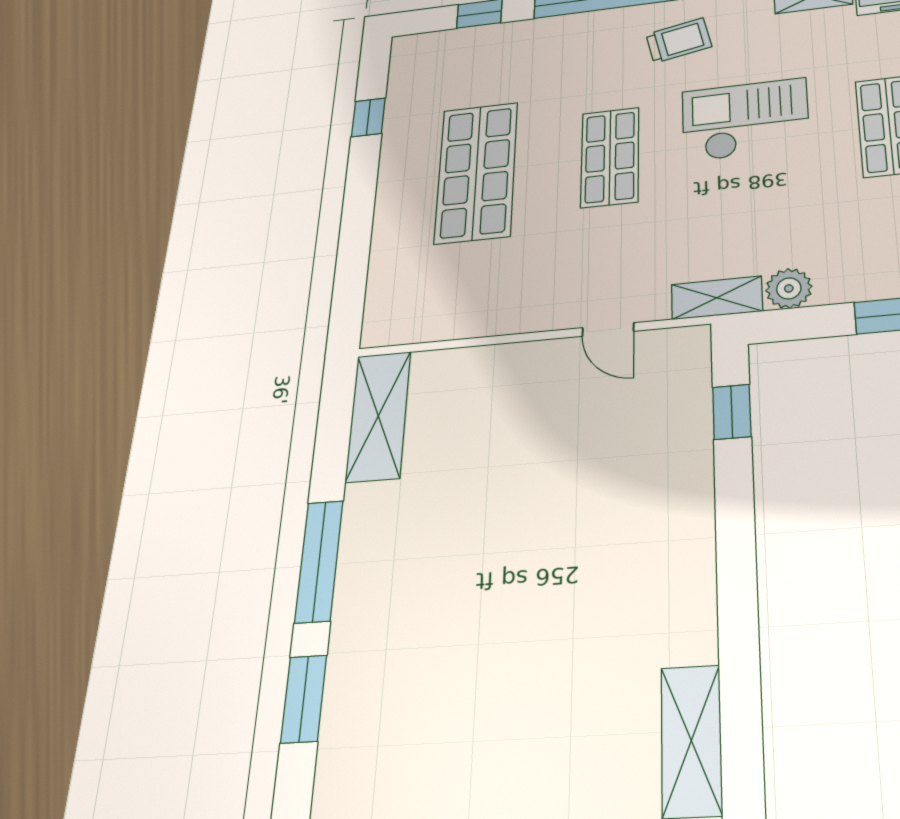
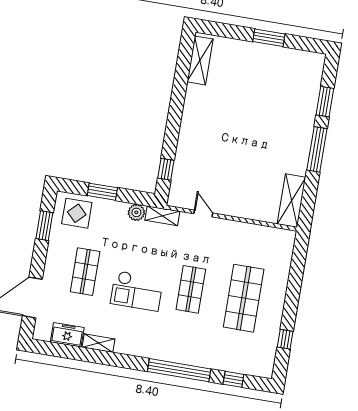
trolley: (679, 41) -> (155, 338), removed

